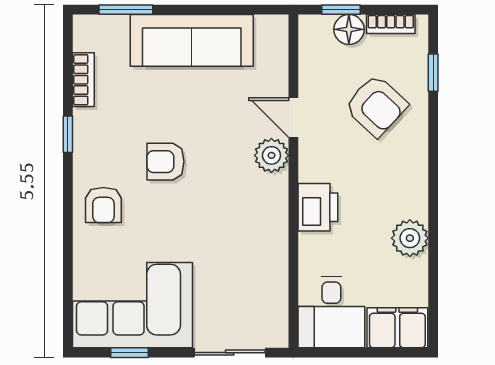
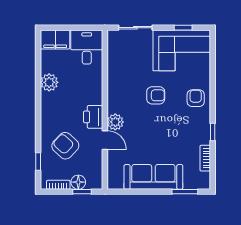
armchair: (165, 162) -> (156, 95), moved
printer: (318, 207) -> (93, 117), moved

